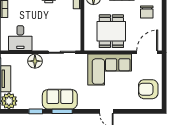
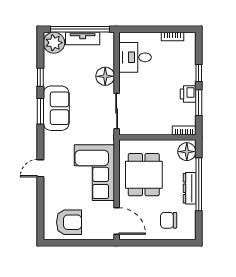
dining table: (111, 31) -> (144, 175), turned 90
armchair: (148, 89) -> (69, 222), turned 90

